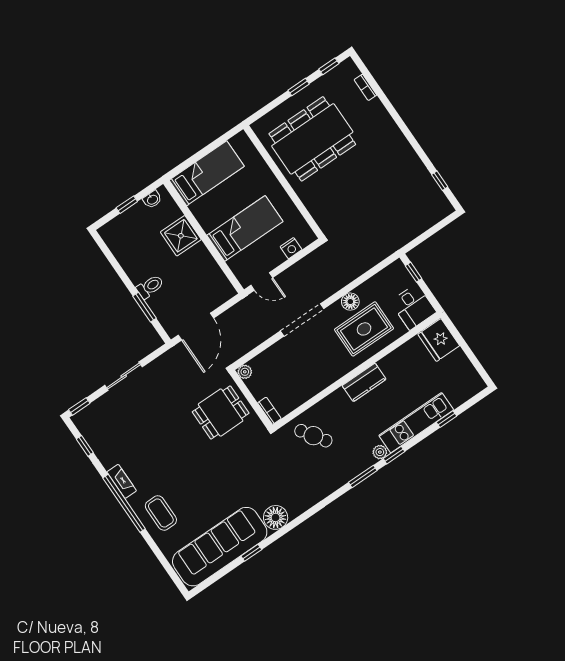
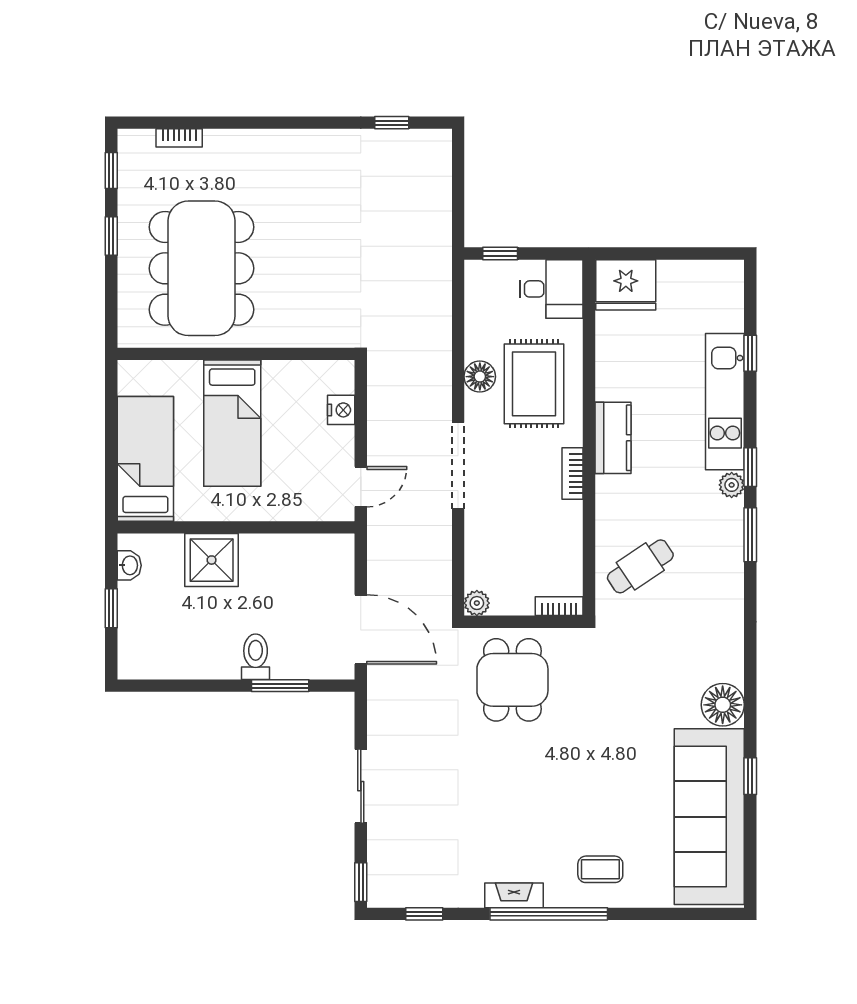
bed: (245, 228) -> (232, 423), moved, turned 180
bookcase: (335, 375) -> (573, 473), added
coffee table: (161, 513) -> (600, 869), width x0.73, depth x0.77

